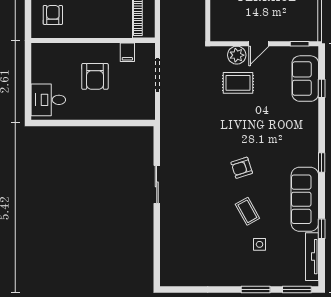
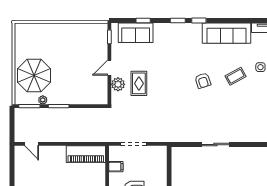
door: (259, 44) -> (109, 68), swing flipped
window: (322, 229) -> (178, 20), moved

